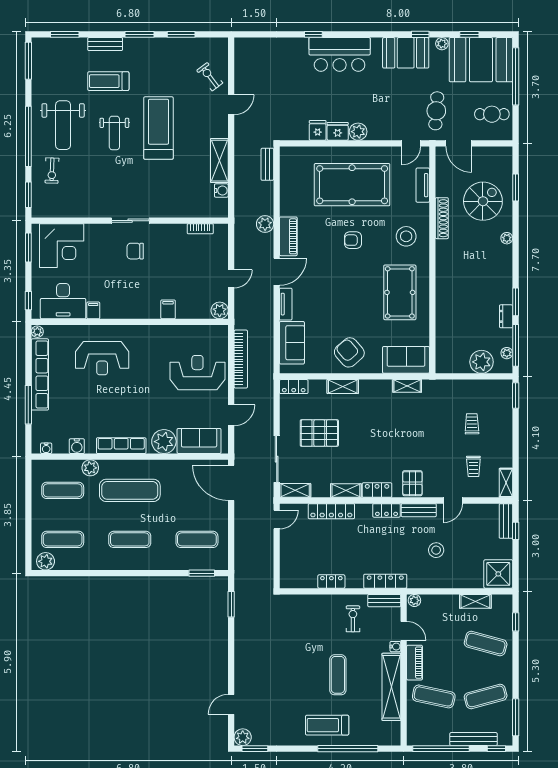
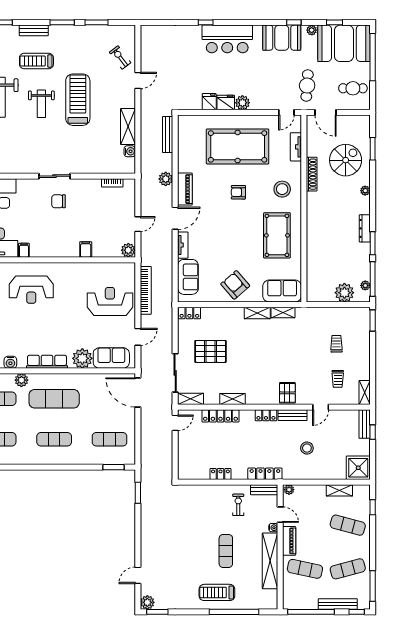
bench: (267, 164) -> (168, 135), width x1.36
dresser: (506, 316) -> (365, 228), moved, width x1.44
shelving: (343, 386) -> (257, 313), moved
locker: (377, 490) -> (258, 399), removed

